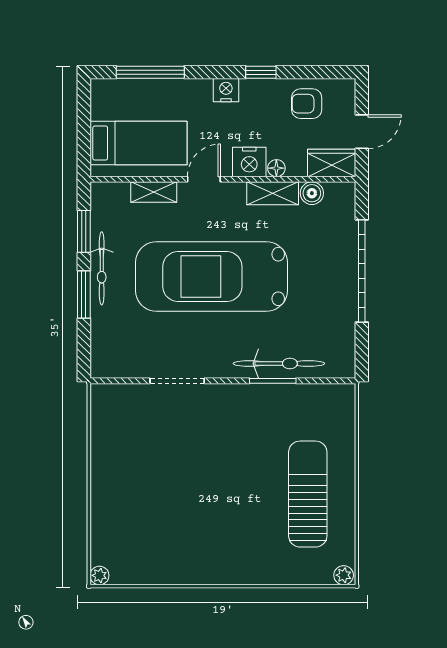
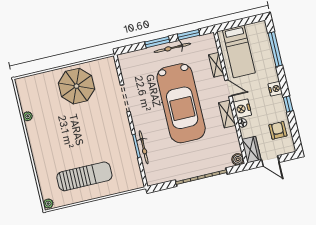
shelving: (273, 193) -> (227, 114), moved
boiler: (312, 193) -> (238, 159), moved
car: (211, 276) -> (181, 103), turned 180
bicycle: (279, 364) -> (144, 147), width x0.73, depth x0.71
parasol: (132, 469) -> (76, 86), added
plant: (99, 575) -> (28, 116), moved

